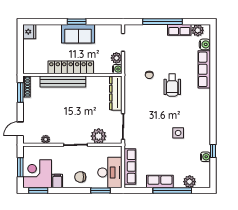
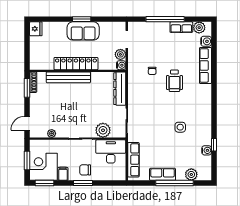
desk: (110, 172) -> (111, 151), moved, turned -90
window: (100, 191) -> (83, 183), moved

